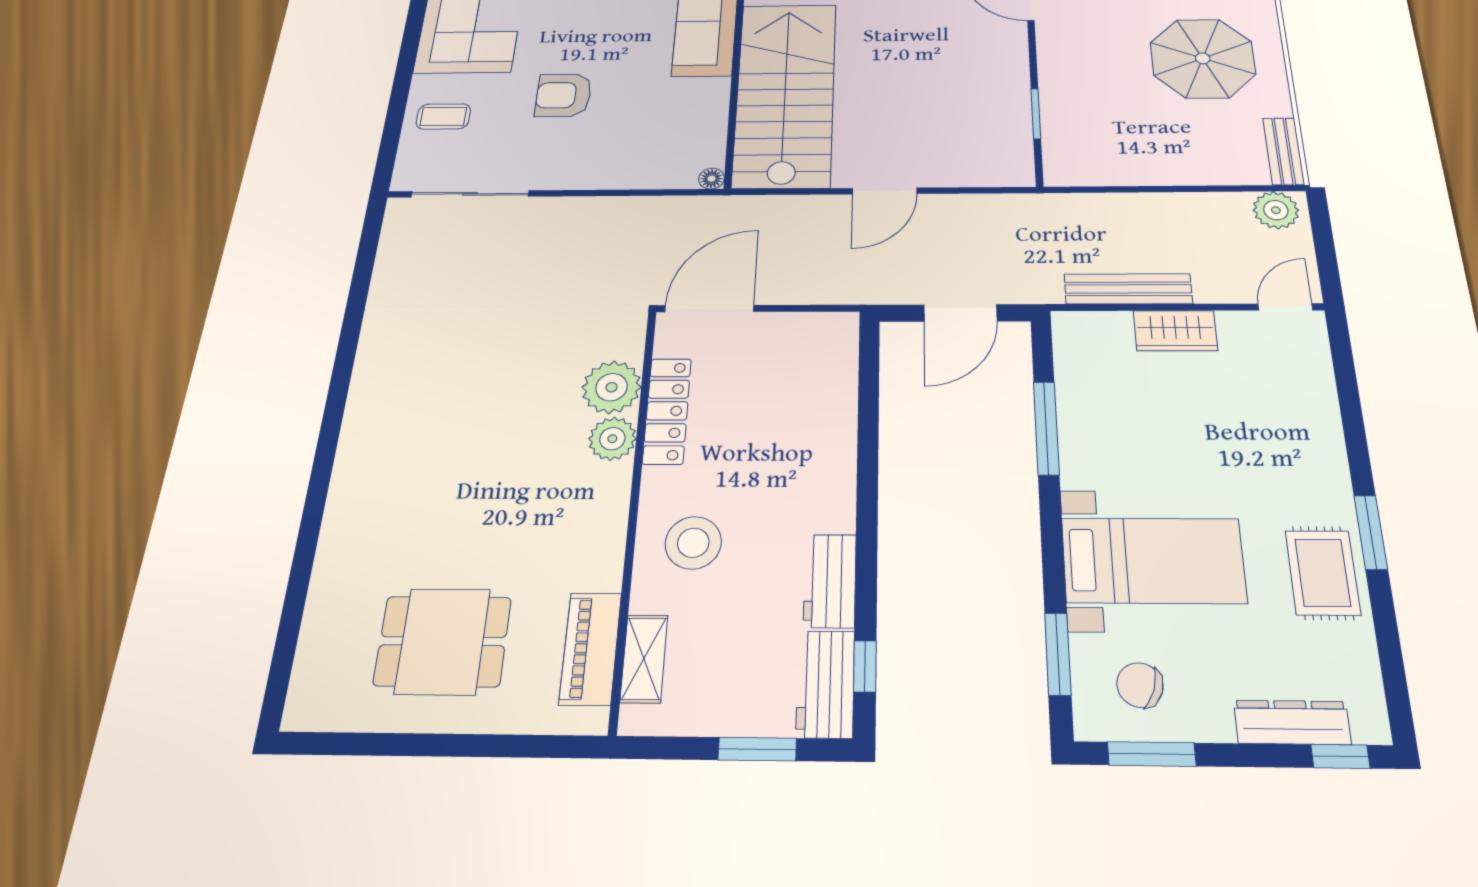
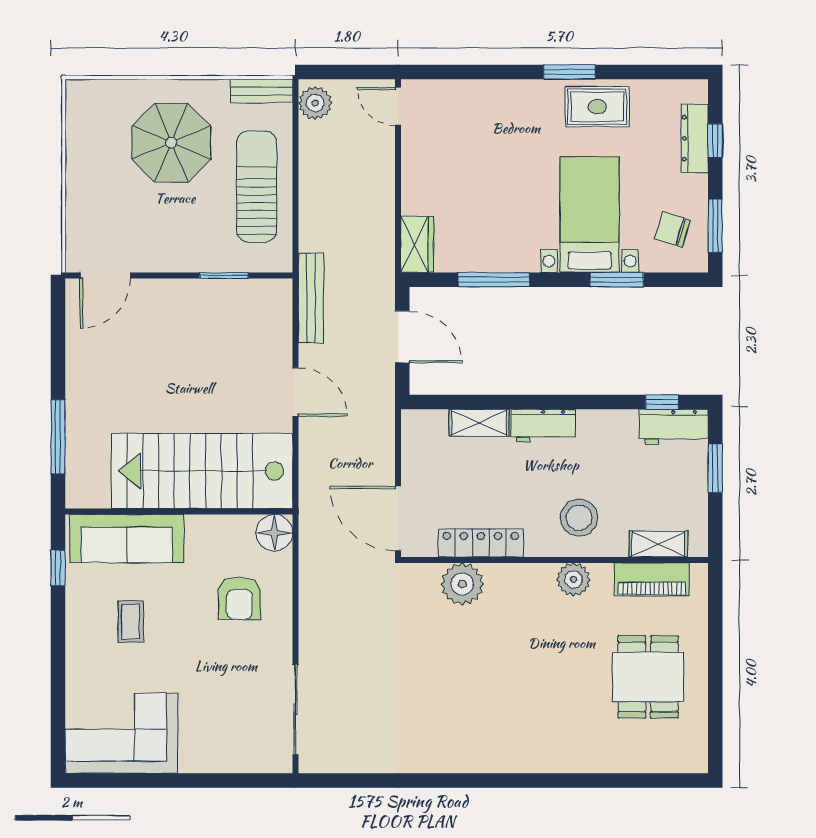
armchair: (564, 95) -> (239, 598), moved
coffee table: (443, 116) -> (131, 622), moved
sun lounger: (1155, 147) -> (257, 187), added
floor lamp: (712, 179) -> (274, 533), width x1.89, depth x1.89
bench: (1128, 289) -> (311, 298), moved
wardrobe: (1175, 331) -> (417, 244), moved
shelving: (839, 409) -> (479, 423), added
plant: (612, 439) -> (573, 580), moved
workbench: (830, 581) -> (543, 426), moved
window: (1058, 654) -> (617, 280), moved
chair: (1140, 685) -> (672, 229), turned 89
window: (1340, 756) -> (715, 141), moved

